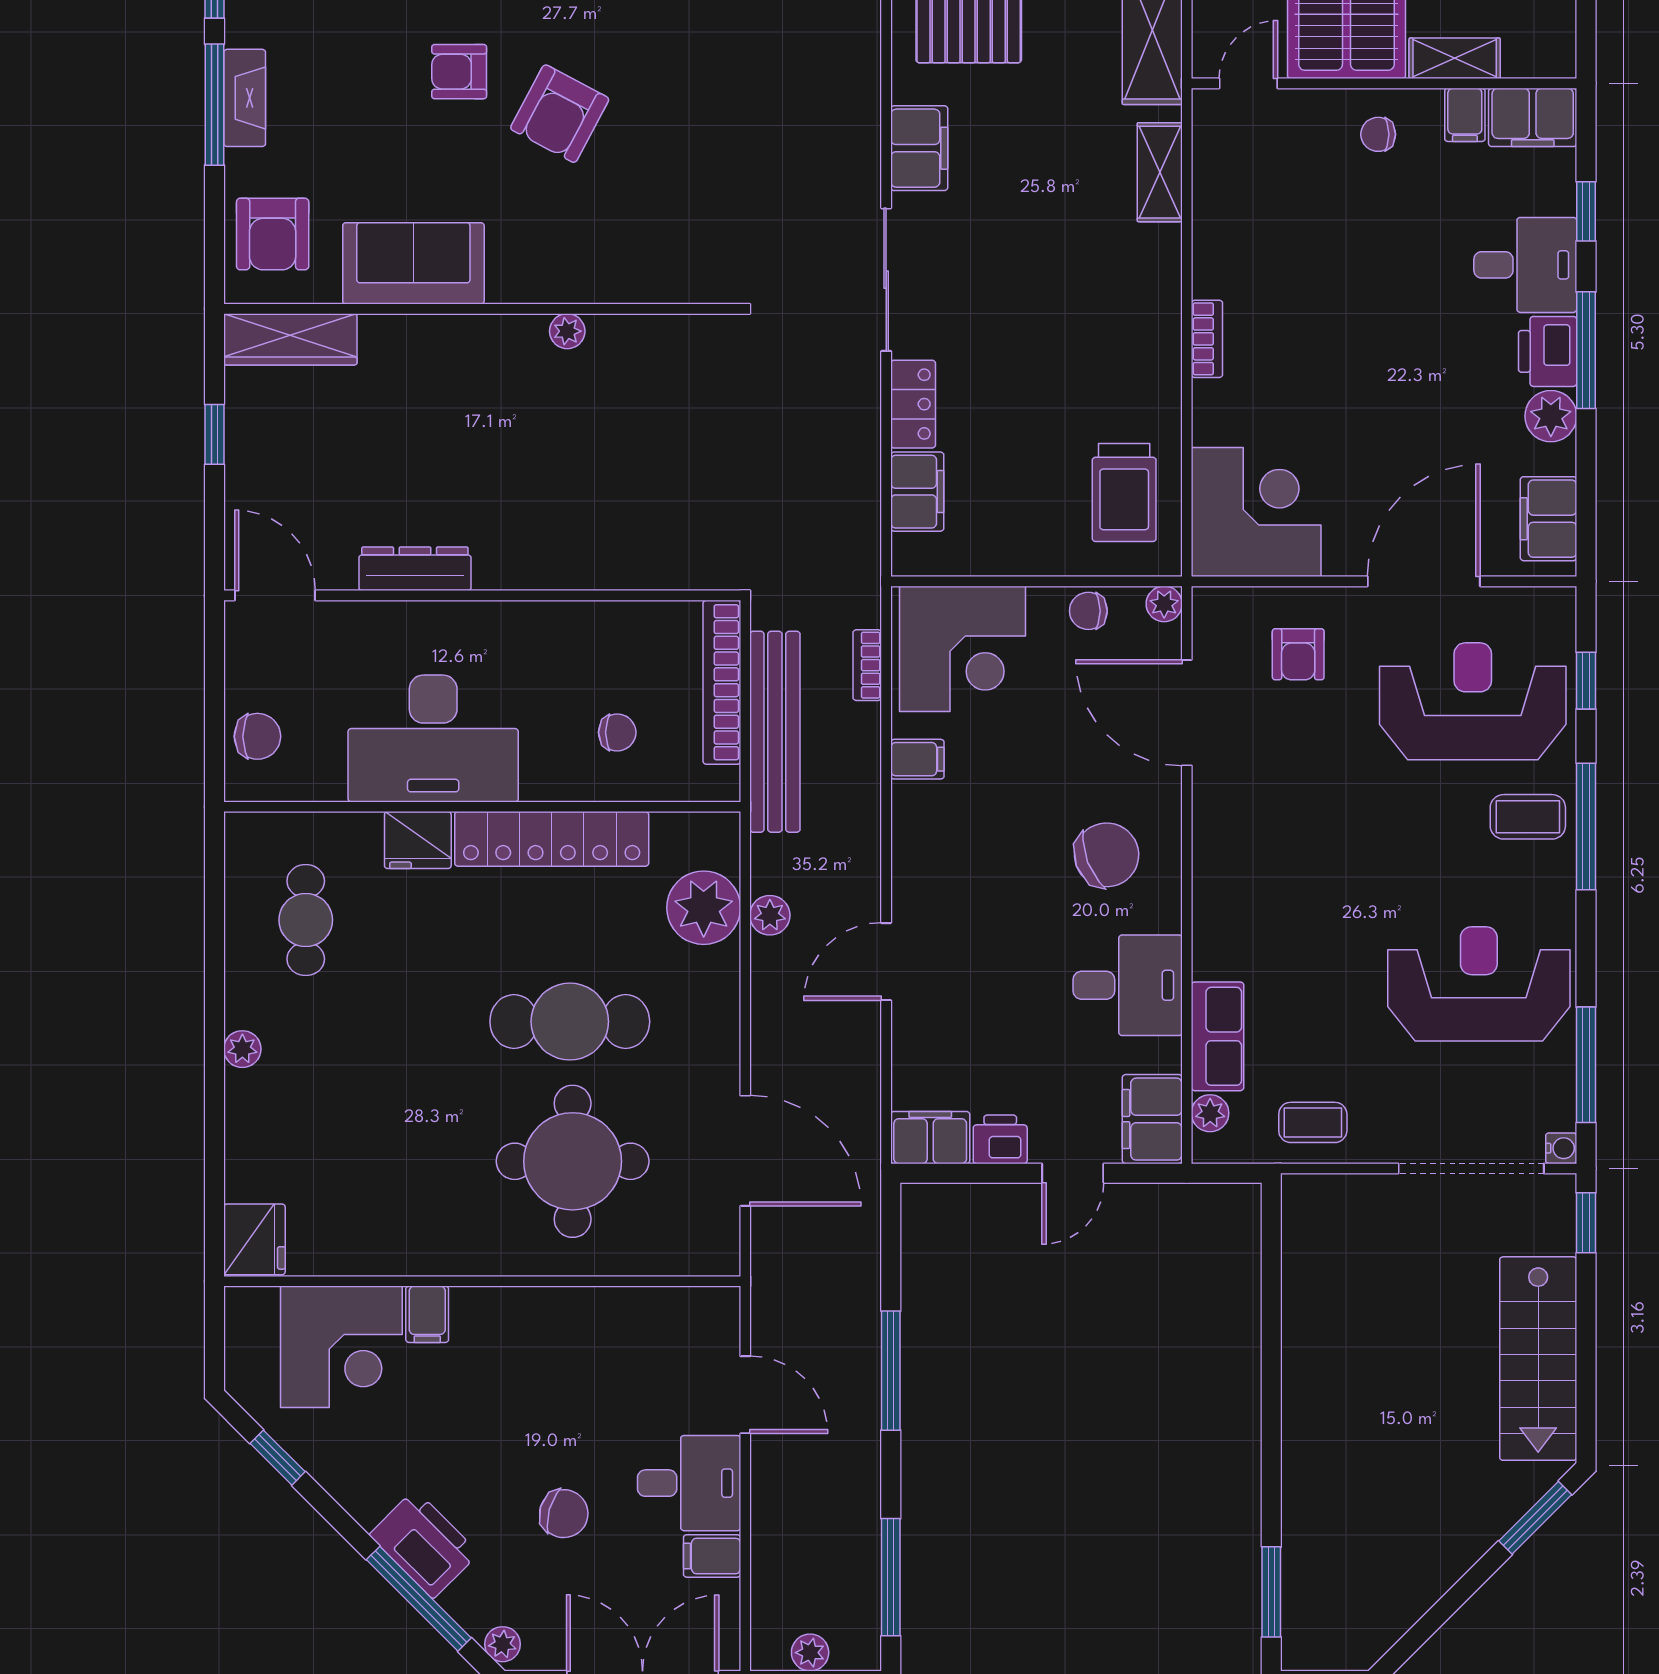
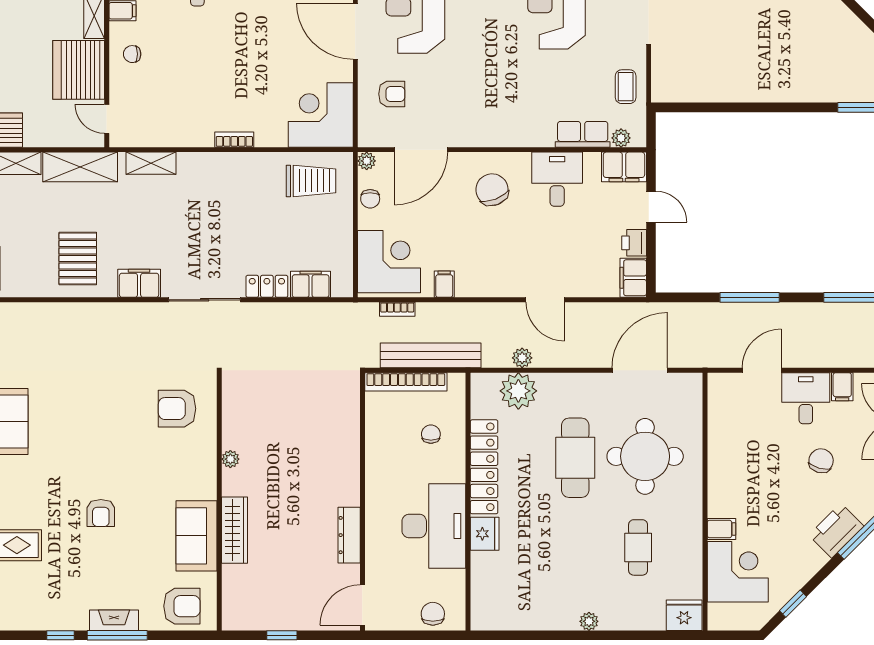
armchair: (560, 114) -> (177, 409), moved, turned 152
chair: (1378, 134) -> (132, 54), turned 90
wardrobe: (290, 339) -> (235, 530), moved
cafe table: (306, 920) -> (638, 547), moved, turned 90

